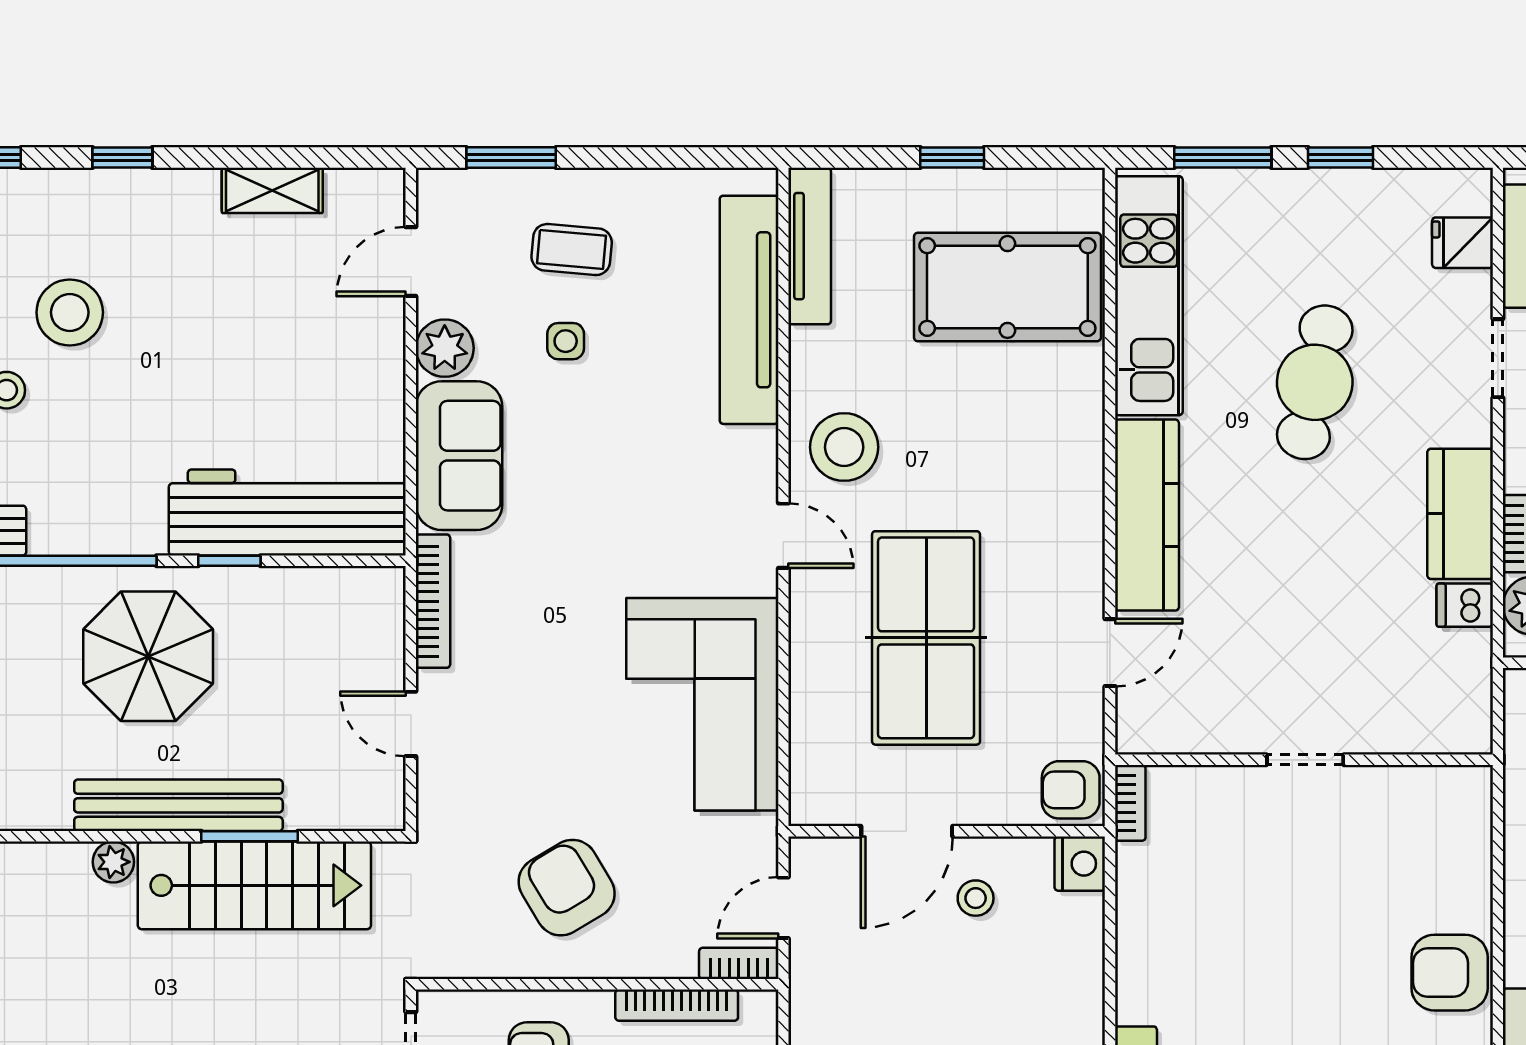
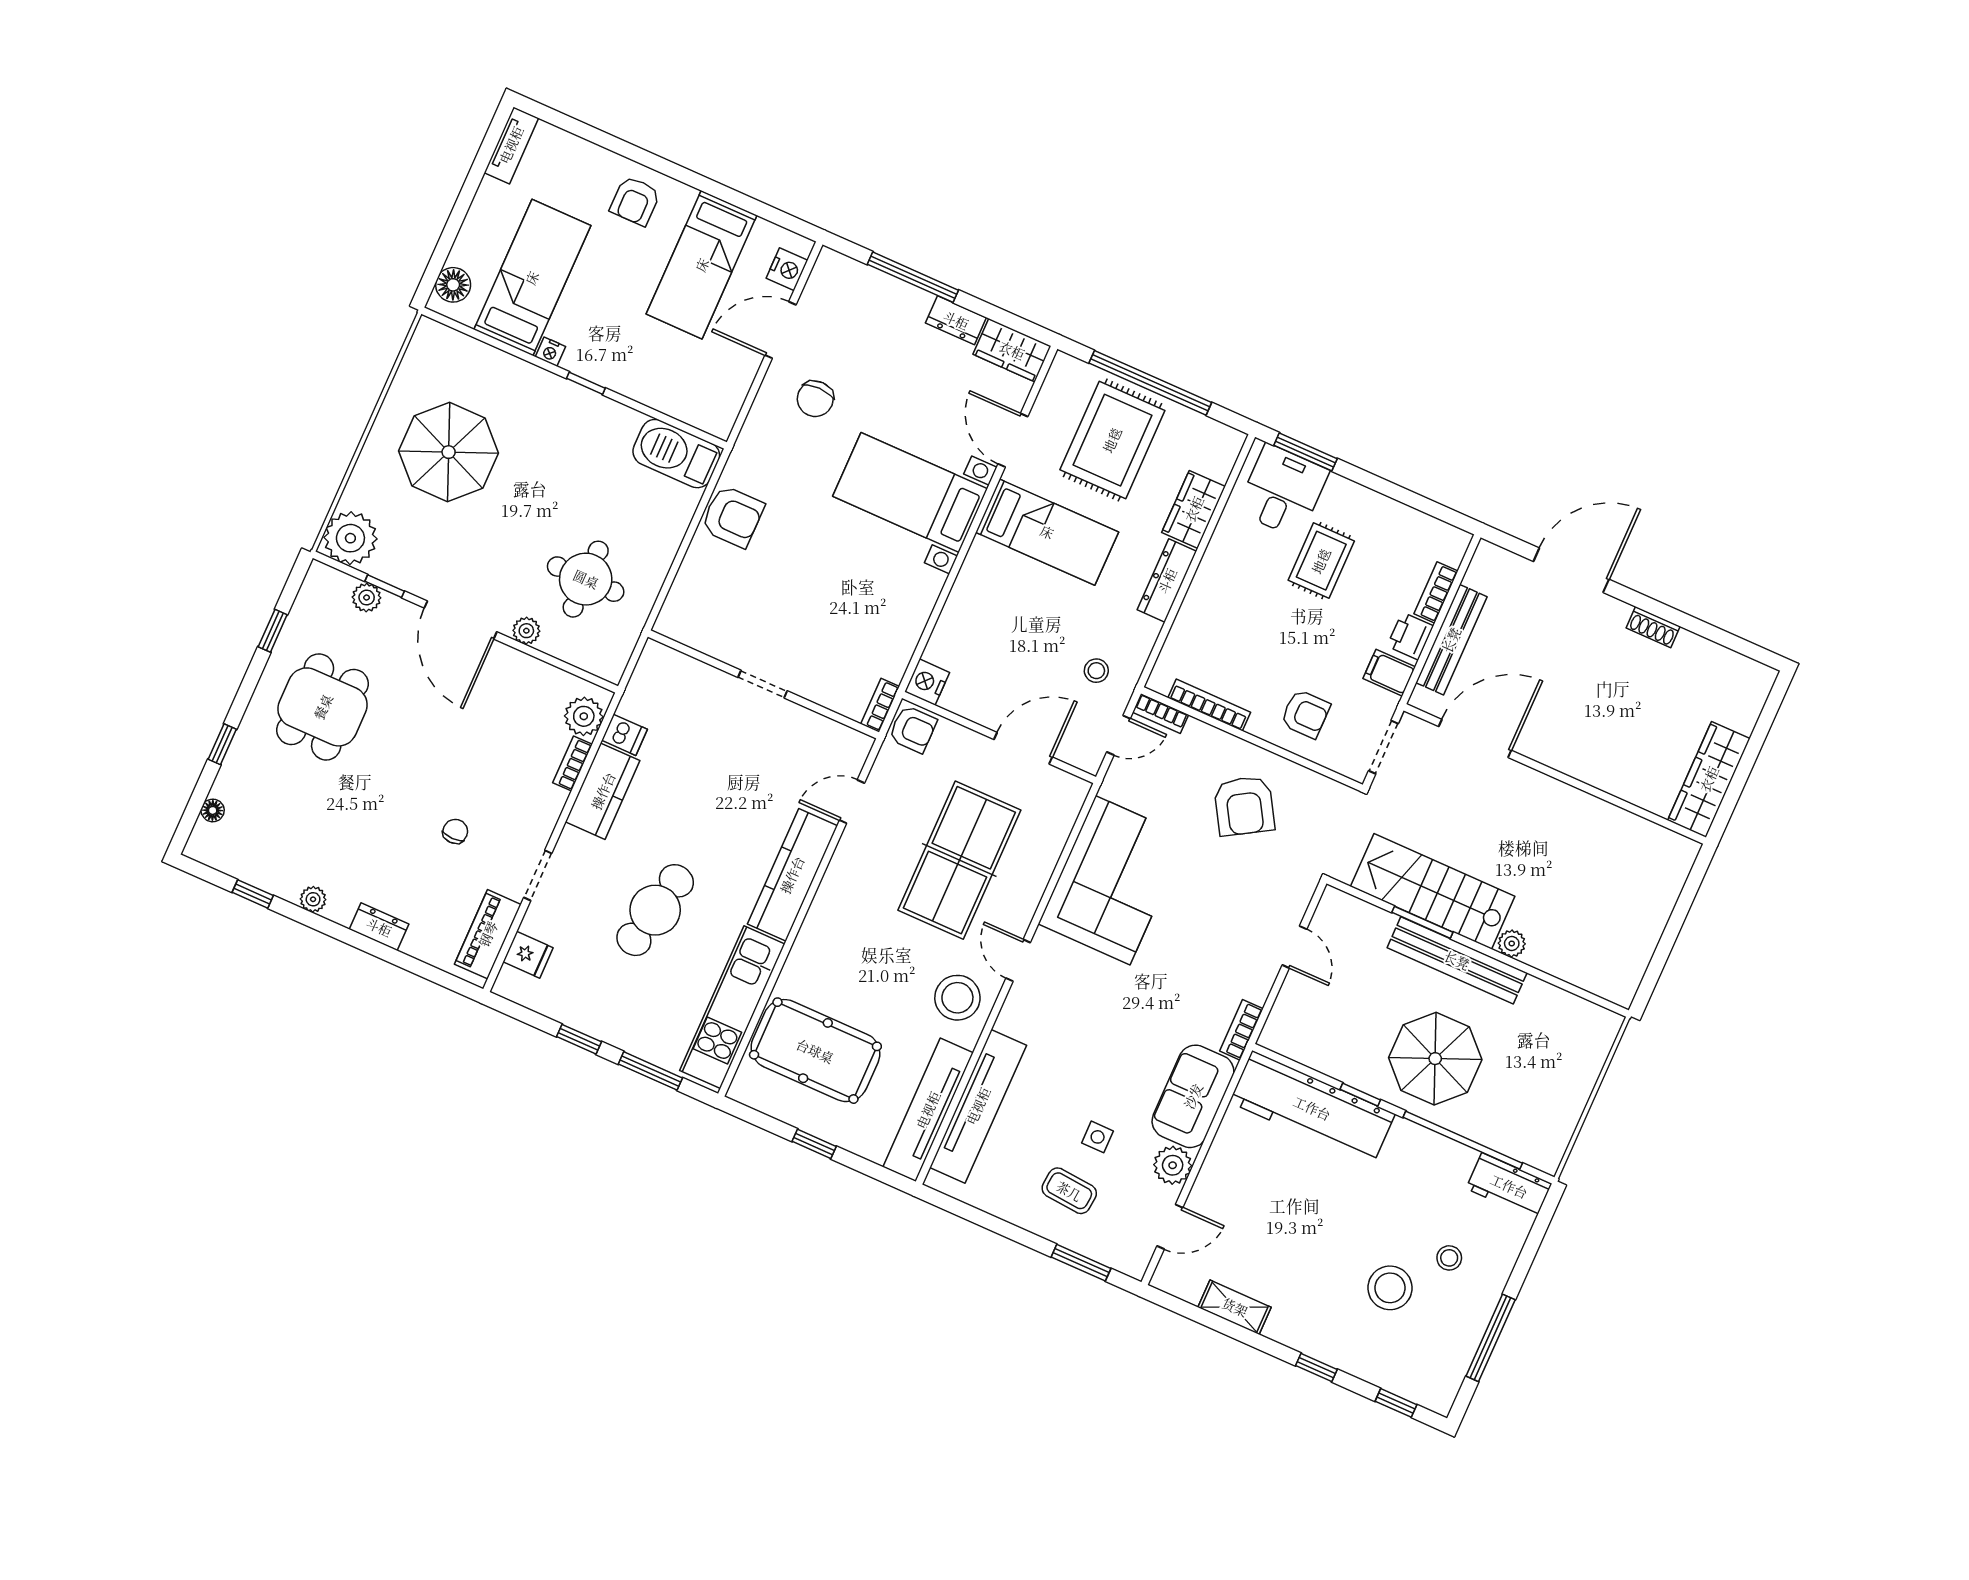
tv unit: (810, 246) -> (928, 1110), width x1.36, depth x1.29
bookcase: (433, 601) -> (1241, 1030), width x0.64
stool: (976, 898) -> (1096, 671), moved

